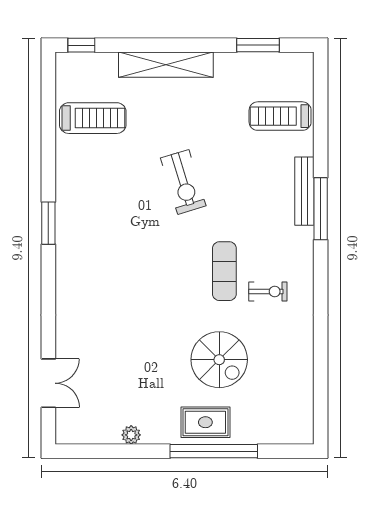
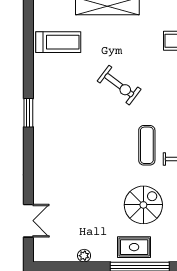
exercise bike: (183, 182) -> (119, 85), turned -36
spiral stairs: (219, 360) -> (143, 205), turned -90

